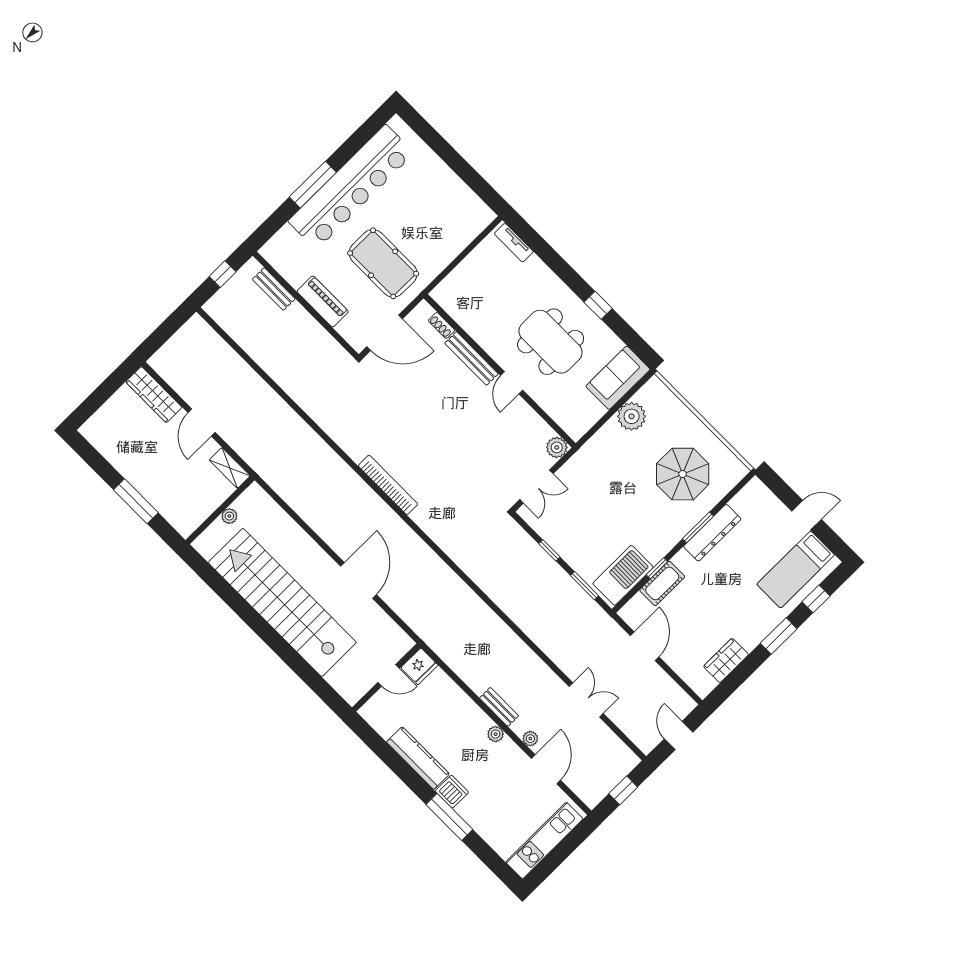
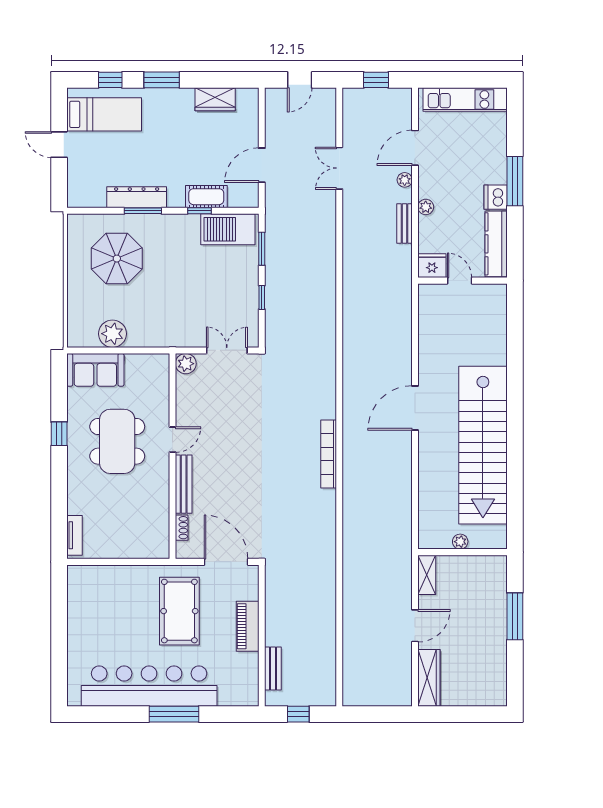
fridge: (419, 666) -> (432, 266), moved
door: (389, 675) -> (460, 281), moved
wall: (386, 678) -> (462, 281), moved

